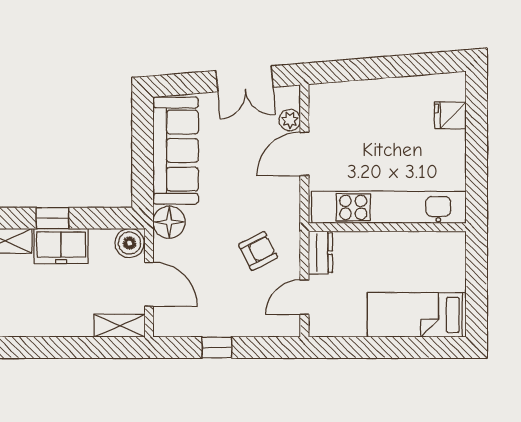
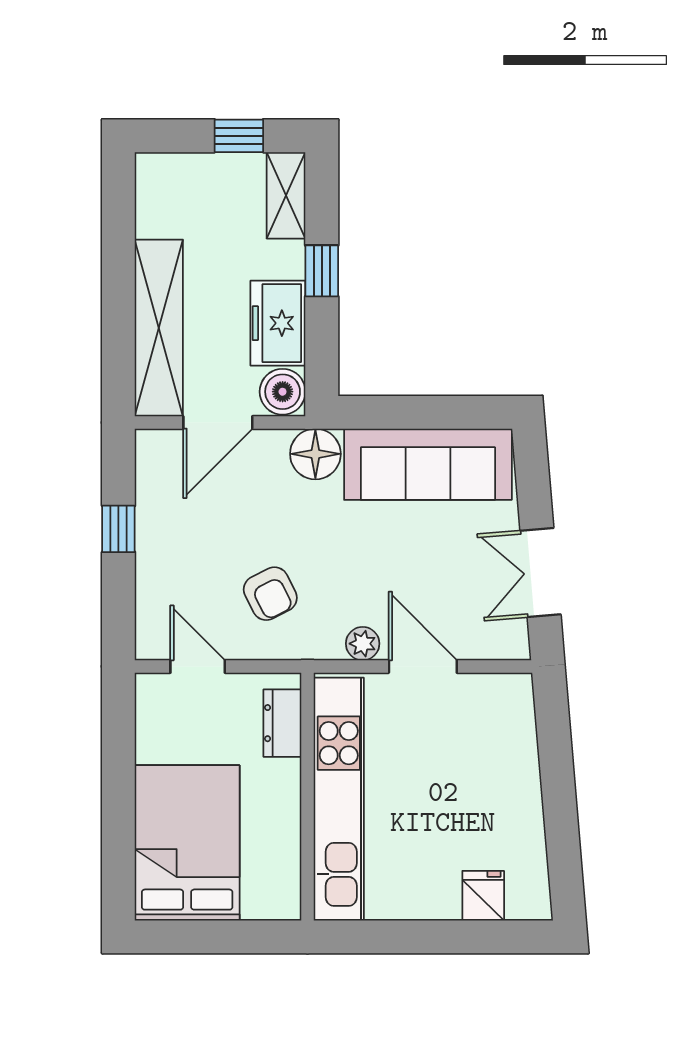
plant: (290, 120) -> (363, 644), moved
freezer: (61, 246) -> (278, 323), moved
dresser: (320, 253) -> (282, 723), moved, turned 90
bed: (417, 315) -> (187, 843), width x1.50
shelving: (120, 326) -> (159, 328), width x2.20, depth x1.33

